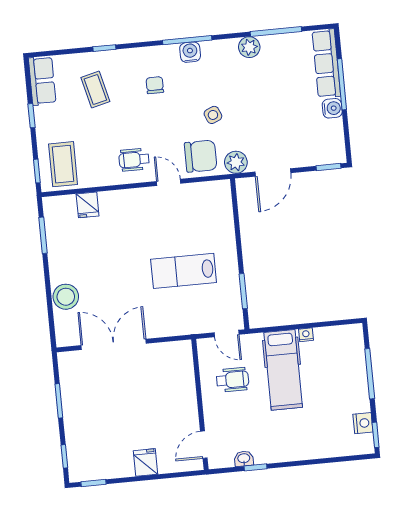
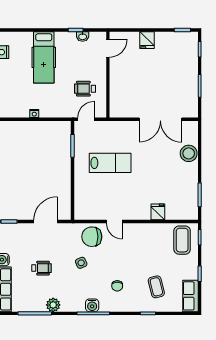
wheelchair: (134, 160) -> (41, 268), moved
plant: (236, 162) -> (69, 230), removed
fridge: (88, 205) -> (158, 212), moved
door: (227, 334) -> (86, 119), hinge flipped
hospital bed: (283, 370) -> (44, 57), moved, turned 180

